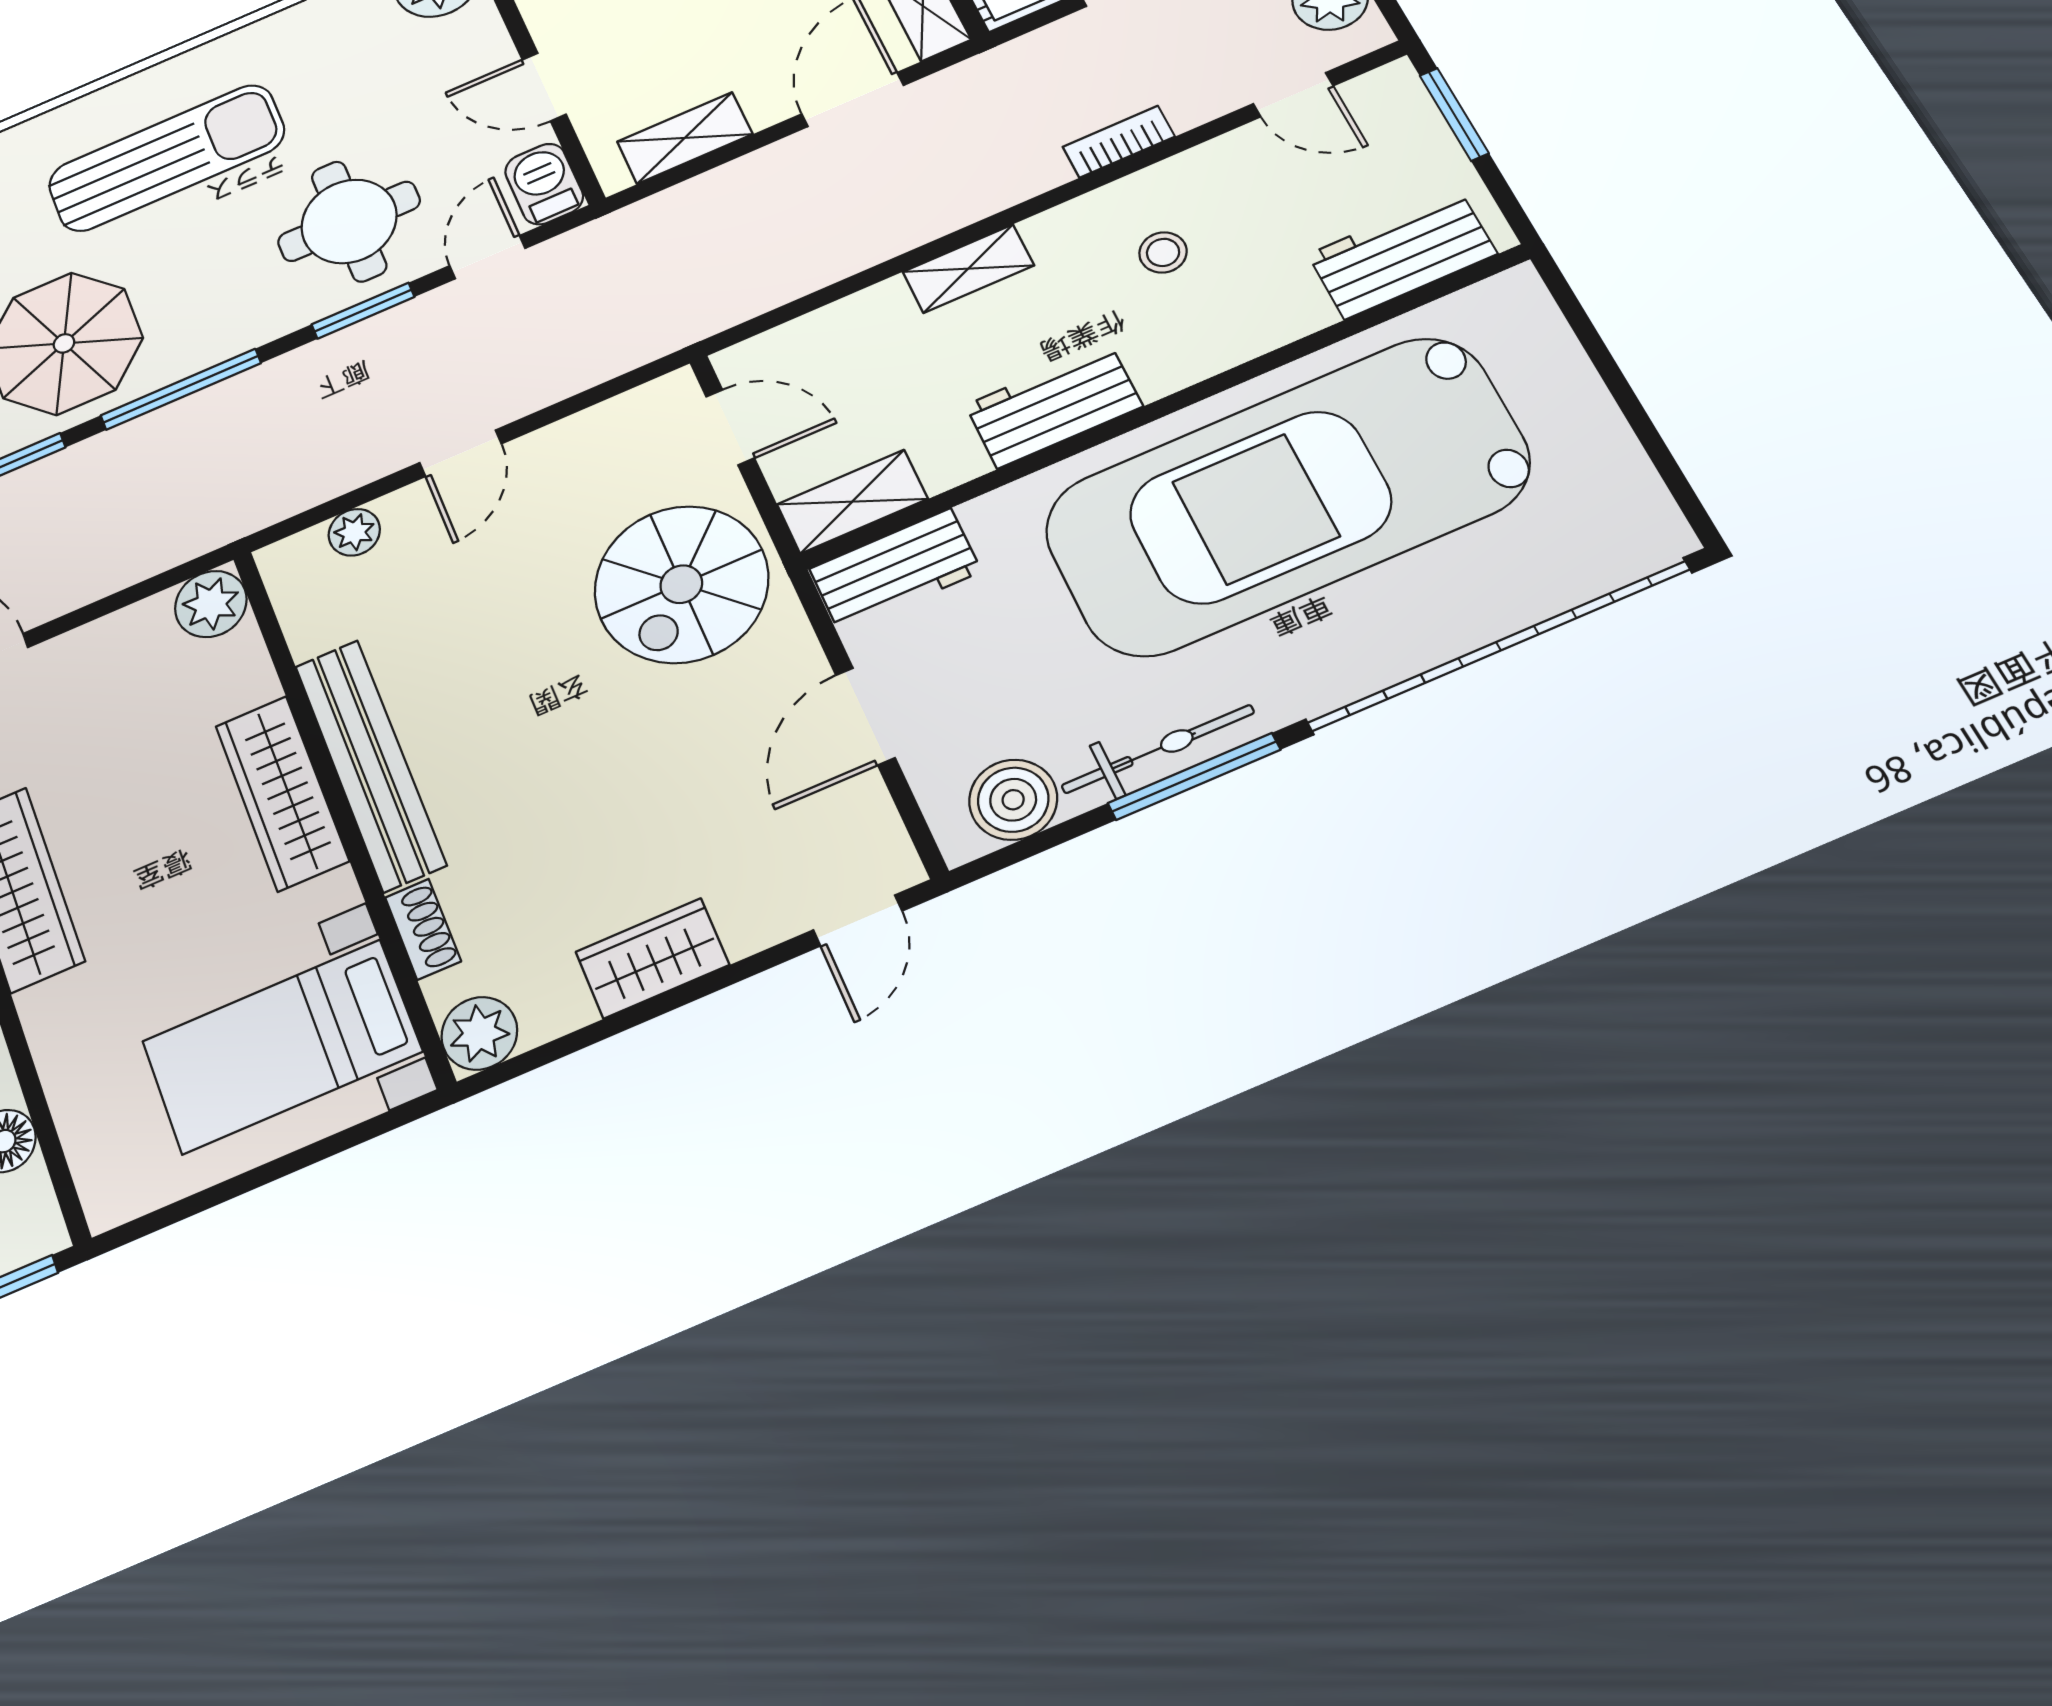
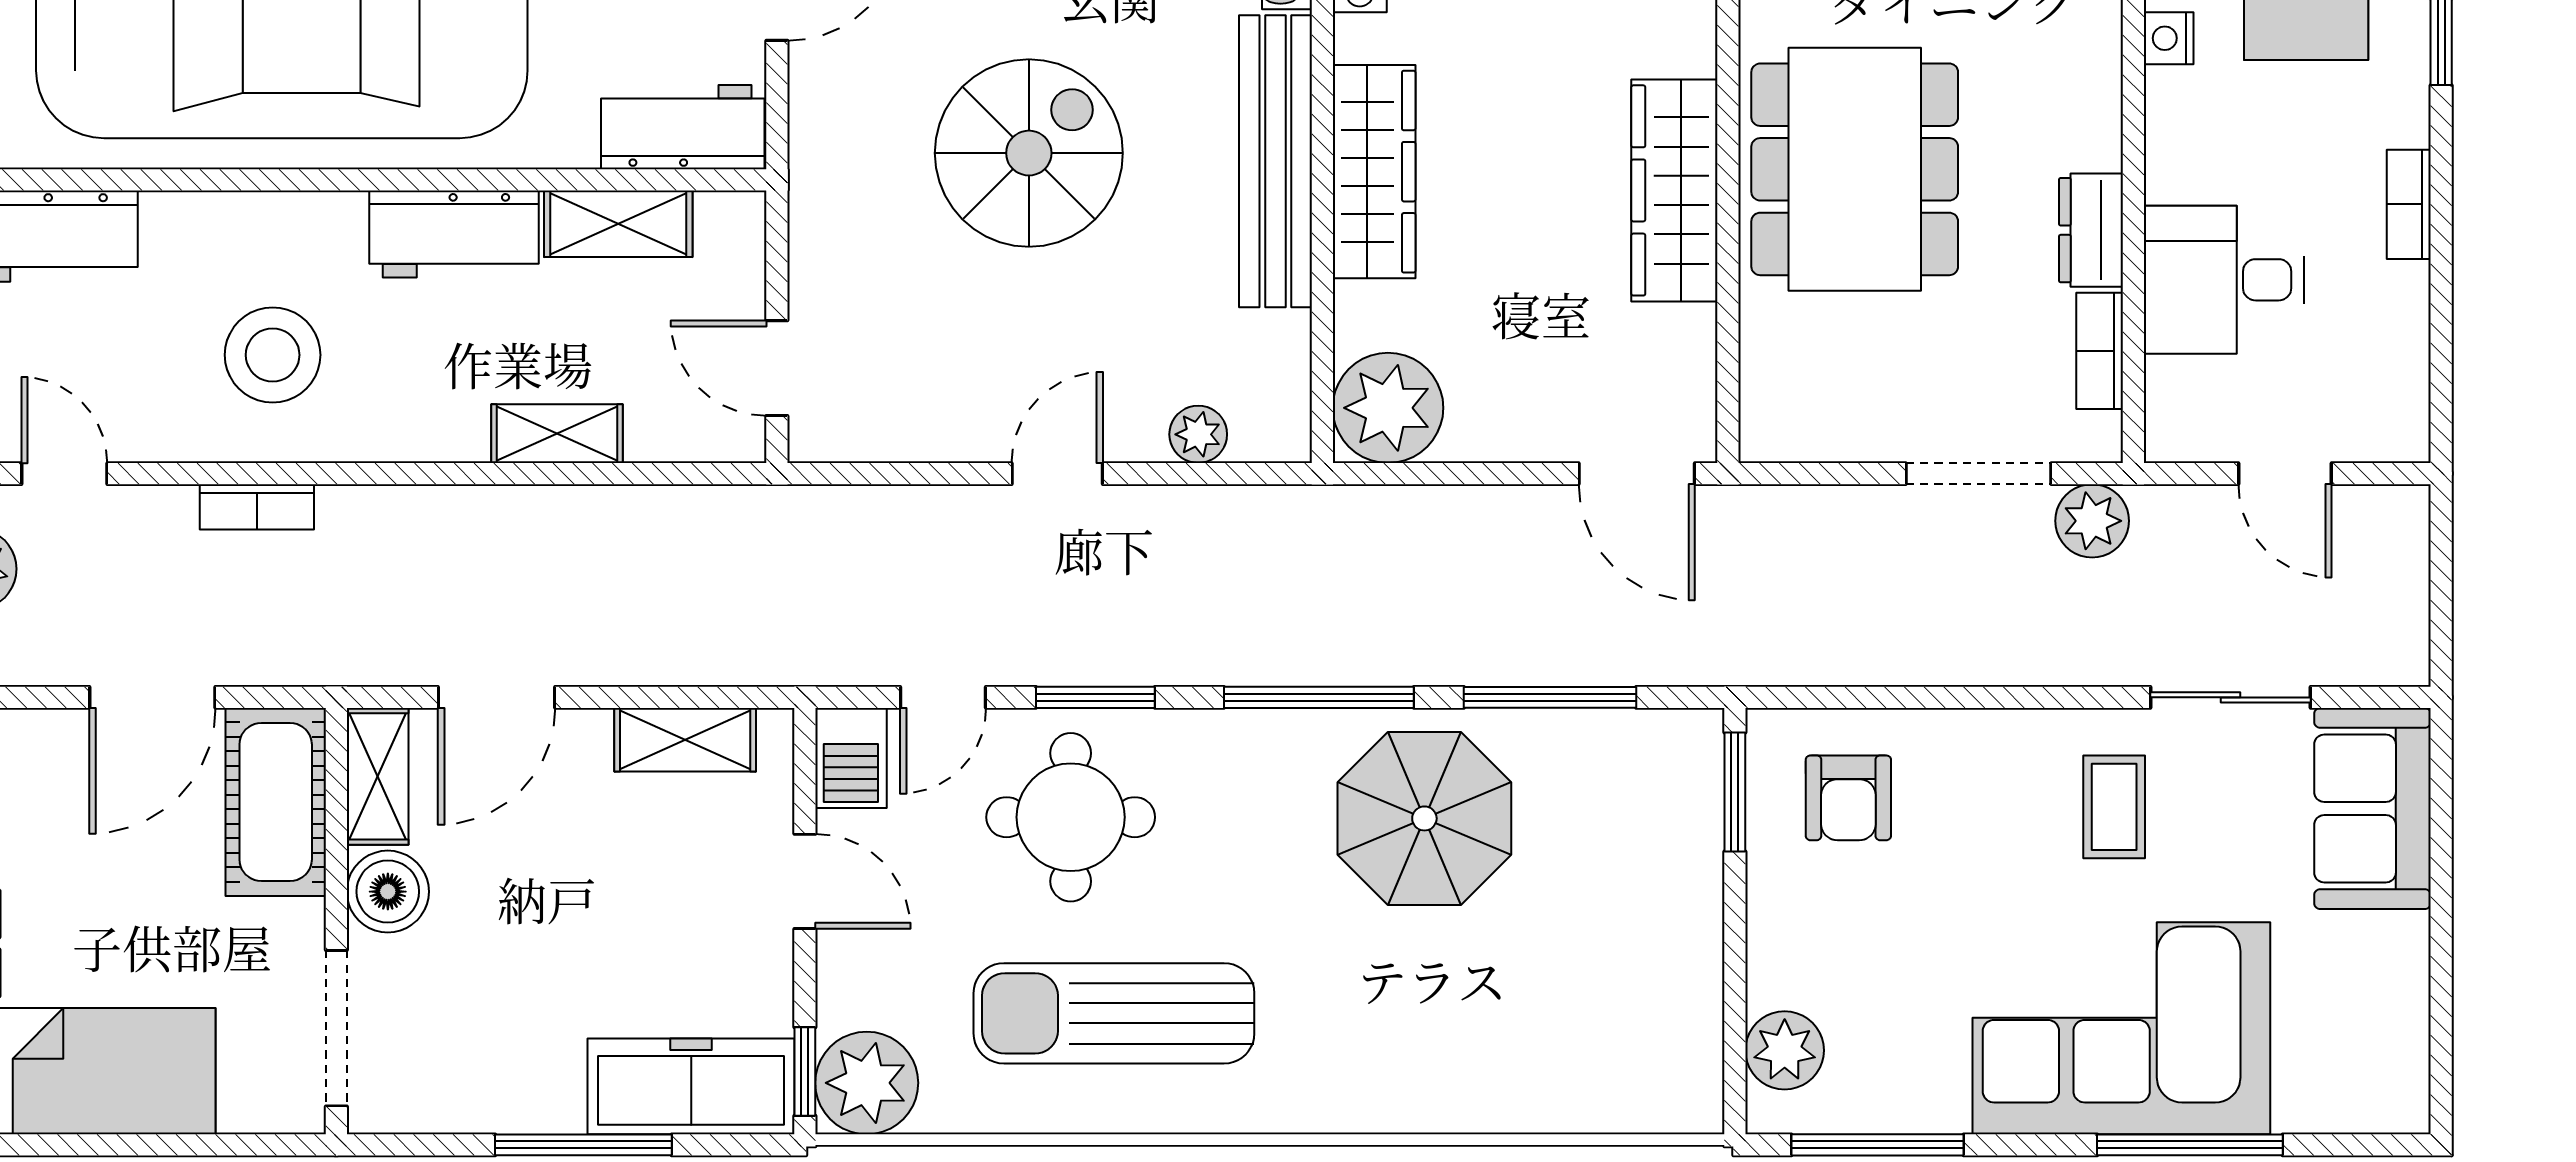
sun lounger: (166, 158) -> (1114, 1013), moved
stool: (1163, 252) -> (273, 355), width x1.89, depth x1.89
shelving: (968, 269) -> (557, 434), moved
shelving: (852, 502) -> (618, 224), moved
spiral stairs: (681, 584) -> (1029, 153), moved
plant: (211, 604) -> (1388, 408), width x1.36, depth x1.36

